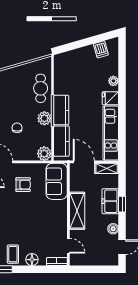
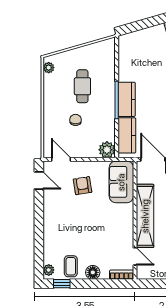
cafe table: (41, 88) -> (82, 86), moved
plant: (44, 118) -> (107, 109), removed
armchair: (23, 185) -> (83, 186), turned -99
shelving: (77, 211) -> (145, 216), width x1.47

